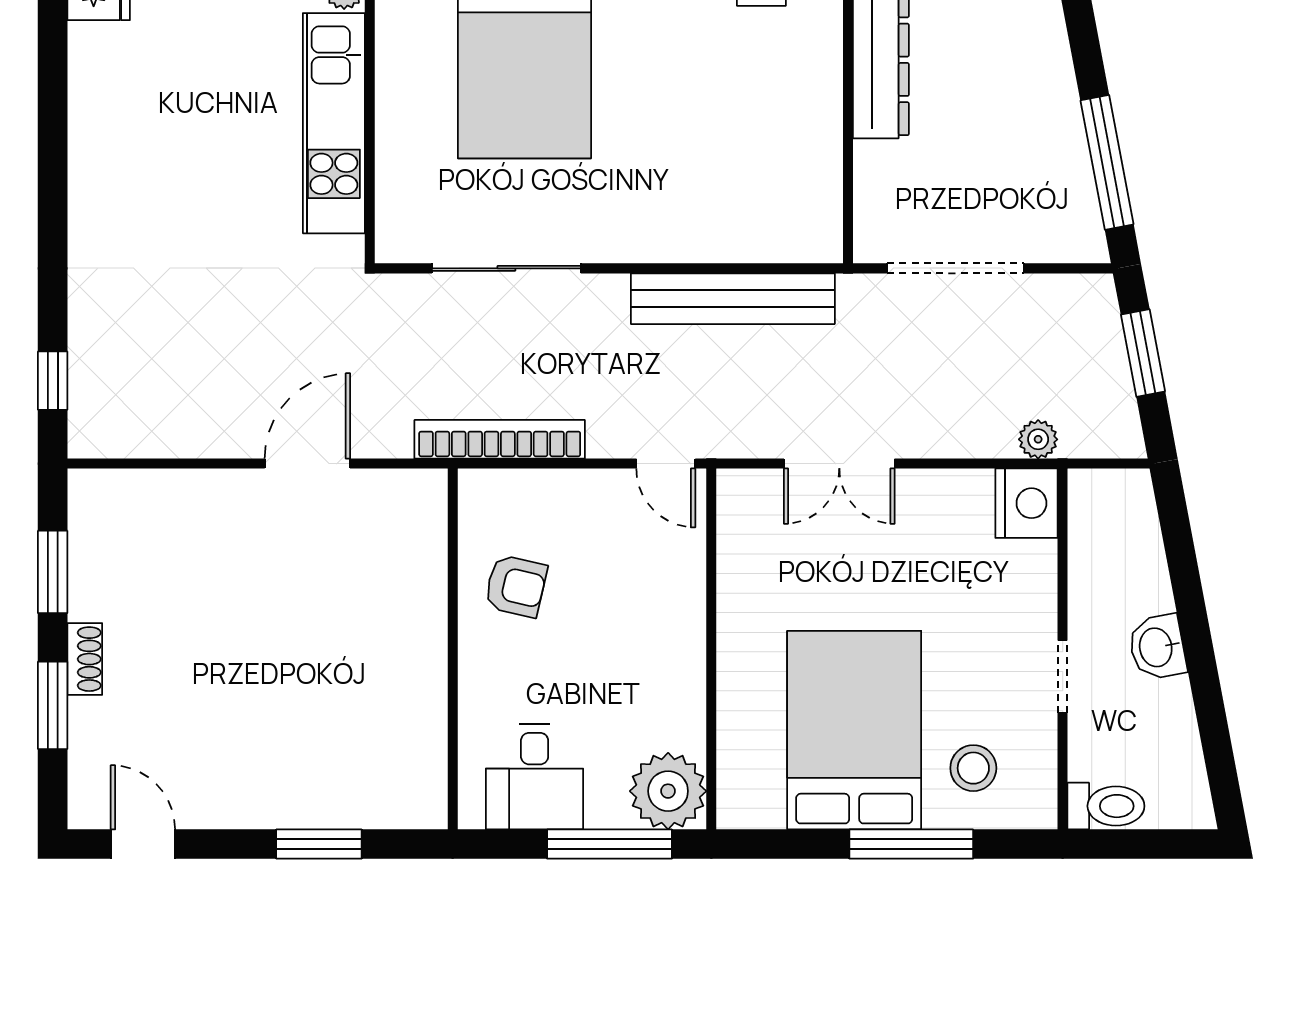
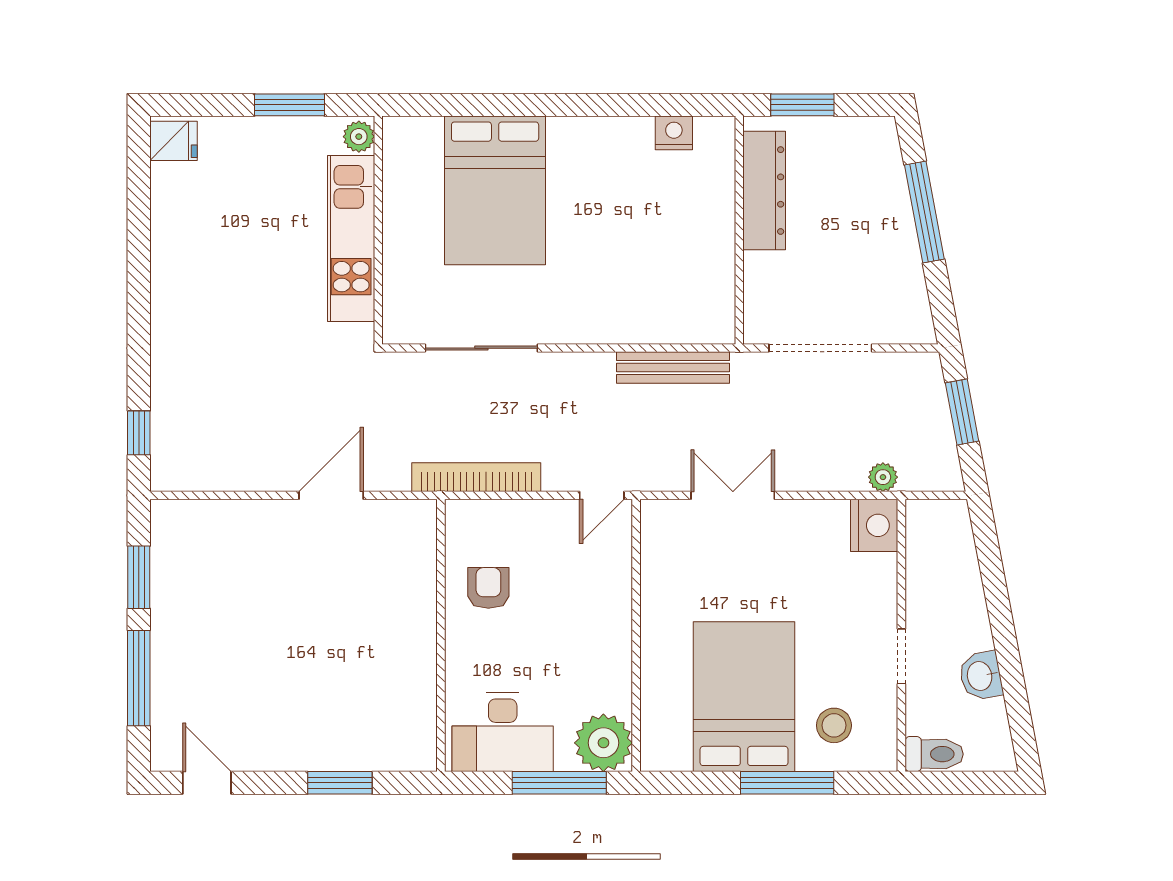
window: (1107, 162) -> (924, 212), moved
bench: (733, 299) -> (673, 368), width x0.73, depth x0.82
door: (666, 464) -> (602, 495), hinge flipped
double door: (839, 464) -> (733, 495), swing flipped
armchair: (516, 586) -> (488, 588), turned -103
washbasin: (1157, 647) -> (981, 676), moved
shoe rack: (85, 659) -> (163, 643), removed
window: (53, 705) -> (139, 678), width x1.44
desk: (535, 777) -> (503, 732), width x1.37

